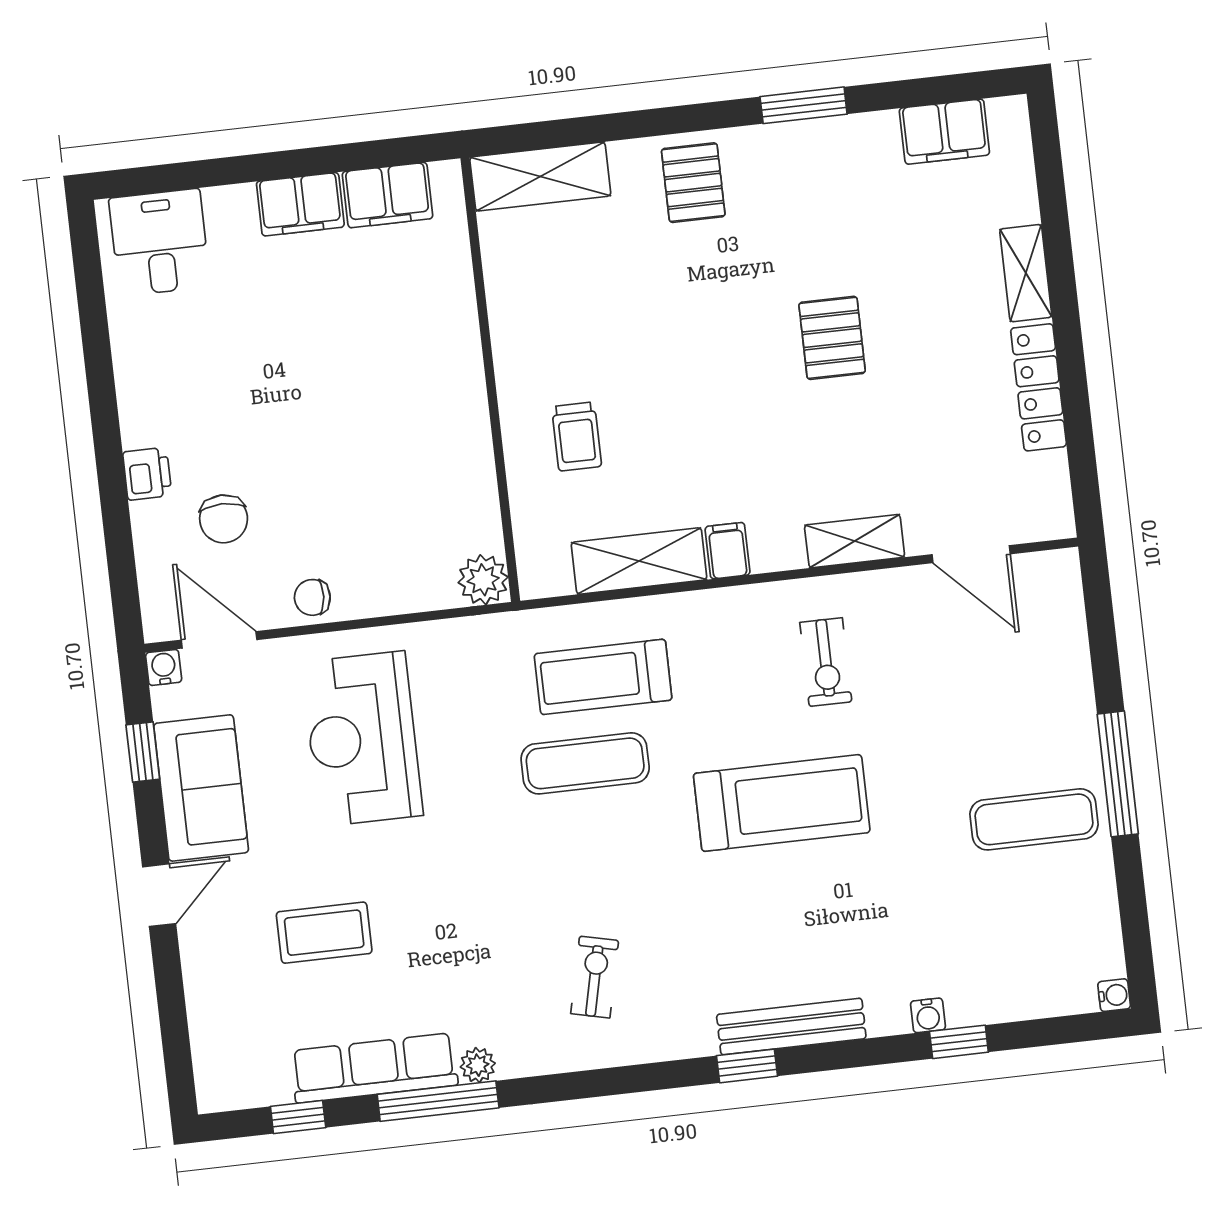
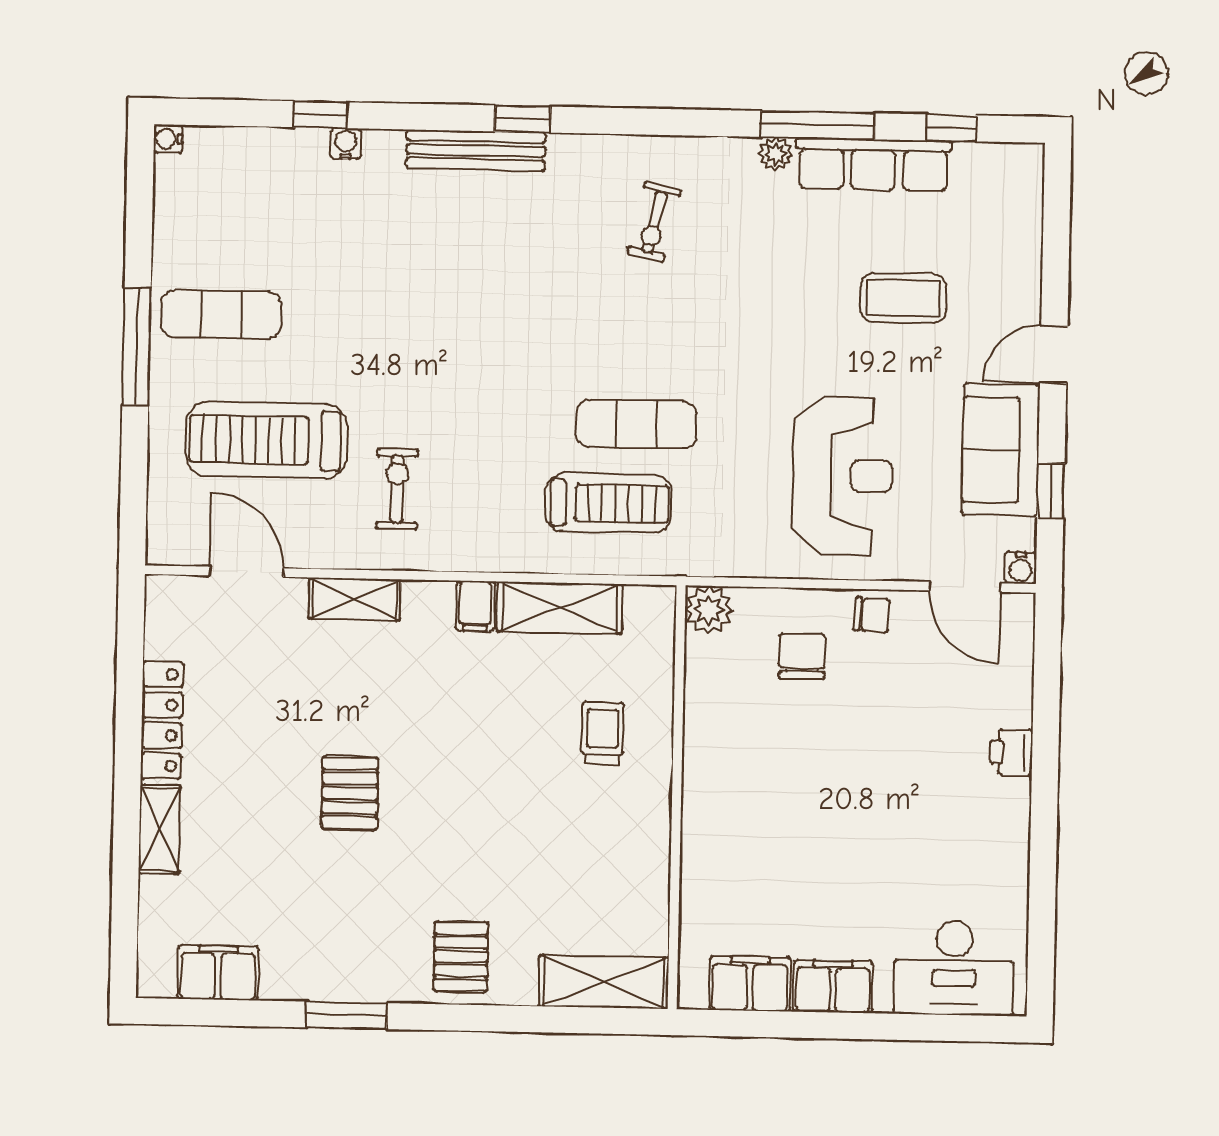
desk: (160, 242) -> (954, 968), width x1.37
chair: (224, 519) -> (802, 656), moved
treadmill: (782, 803) -> (266, 440), moved

